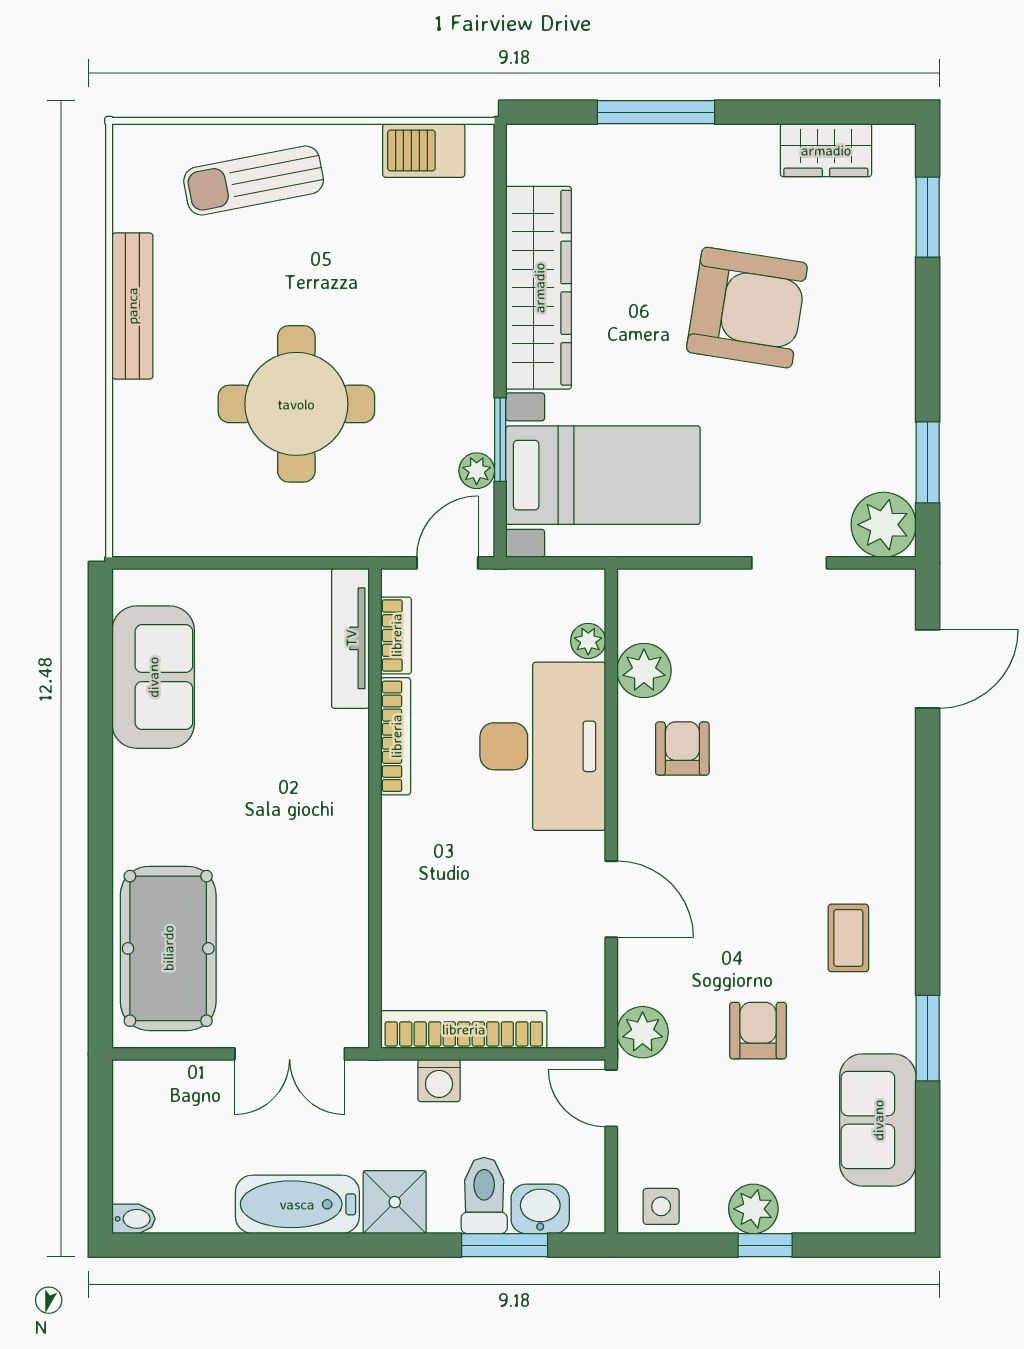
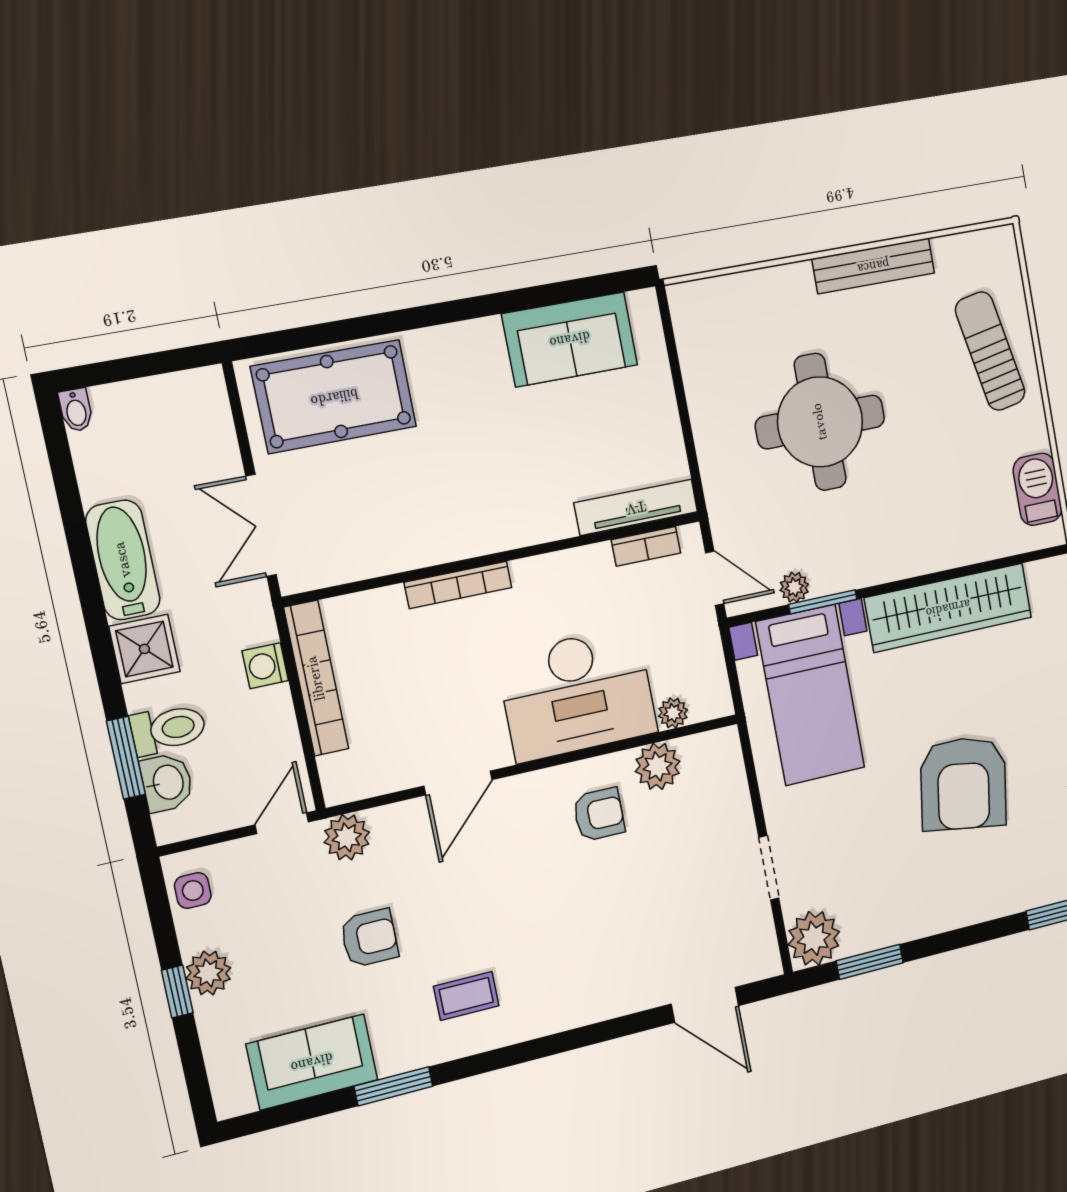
bookcase: (396, 736) -> (458, 585), moved

